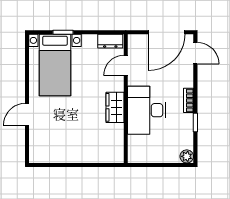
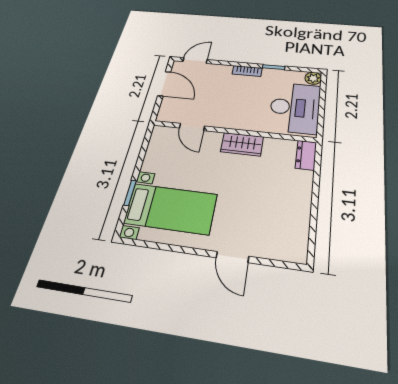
door: (167, 32) -> (164, 84), width x0.73
dresser: (110, 41) -> (306, 155), moved, turned 180
desk: (147, 110) -> (295, 108), moved, turned -90

